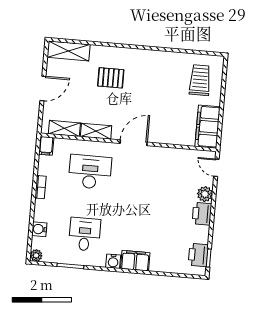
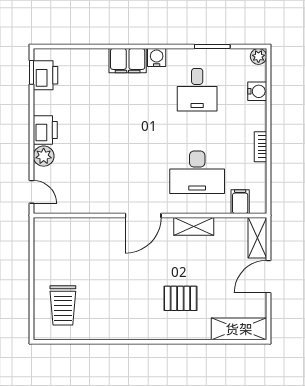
filing cabinet: (208, 127) -> (48, 245), removed
shelving: (64, 128) -> (257, 238), moved, turned 90
filing cabinet: (46, 146) -> (240, 202), moved

